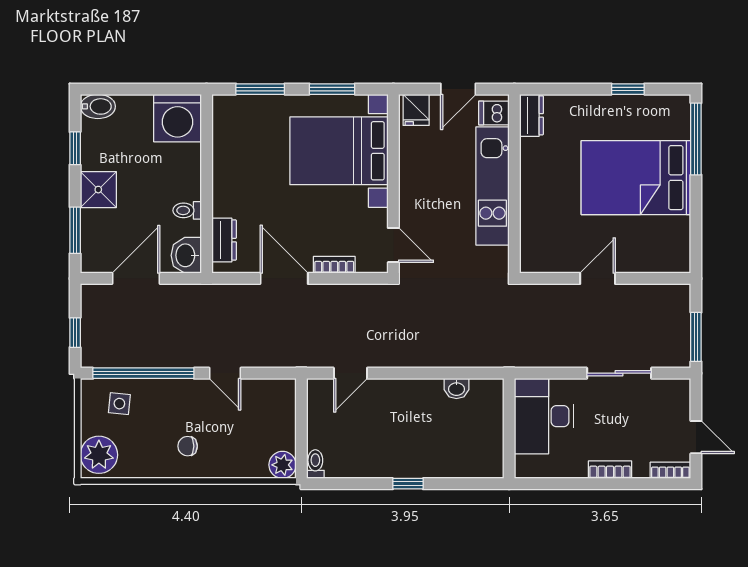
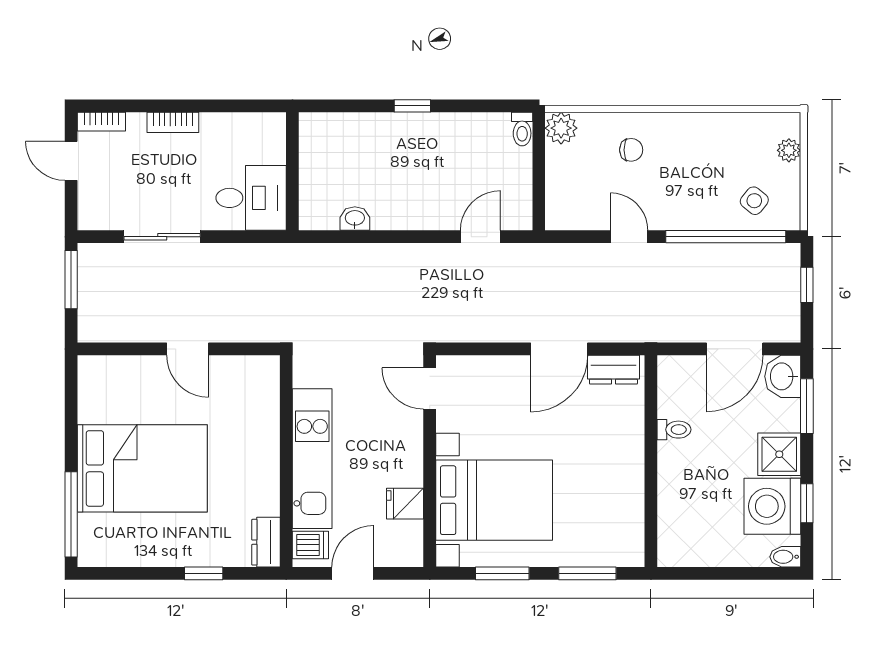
window: (628, 89) -> (204, 573), moved
bidet: (98, 106) -> (785, 557), width x0.72, depth x0.74
fridge: (416, 110) -> (405, 504), moved, turned -90
washing machine: (178, 118) -> (772, 506), moved, turned -90
dresser: (224, 240) -> (613, 370), moved, turned -90
washbasin: (186, 255) -> (783, 376), moved, turned 180
bookcase: (334, 265) -> (500, 365), removed
door: (284, 278) -> (559, 349), hinge flipped
door: (598, 278) -> (188, 349), hinge flipped
side table: (119, 404) -> (754, 201), turned 33
desk: (544, 416) -> (251, 198), width x0.73
chair: (188, 446) -> (631, 150), moved
plant: (99, 455) -> (789, 150), width x0.53, depth x0.53

